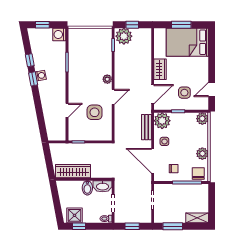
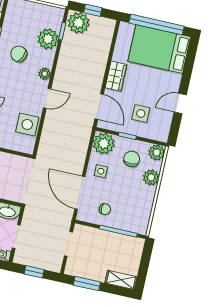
window: (181, 25) -> (156, 25), width x2.11
plant: (104, 53) -> (48, 39), added
chair: (85, 69) -> (19, 54), added
door: (212, 89) -> (180, 103), moved
door: (153, 94) -> (99, 107), hinge flipped
side table: (95, 112) -> (27, 124), moved
bench: (146, 127) -> (82, 147), removed
plant: (202, 154) -> (151, 177), moved
chair: (198, 173) -> (132, 159), moved

